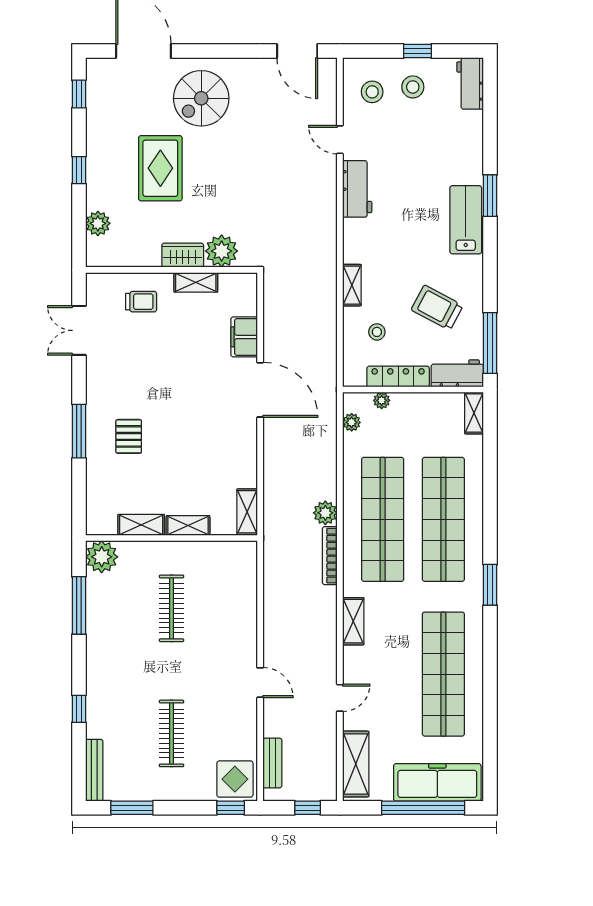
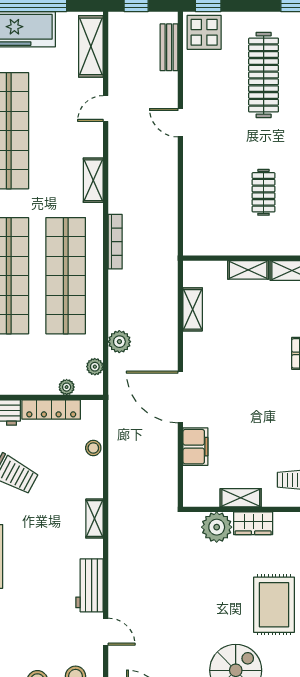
shelving: (352, 285) -> (95, 519), moved
stool: (377, 332) -> (93, 448), moved
shelving: (247, 512) -> (193, 309), moved
plant: (325, 513) -> (119, 342), moved
clothes rail: (172, 608) -> (264, 192), width x0.73
clothes rail: (172, 733) -> (264, 75), width x1.37, depth x1.31

